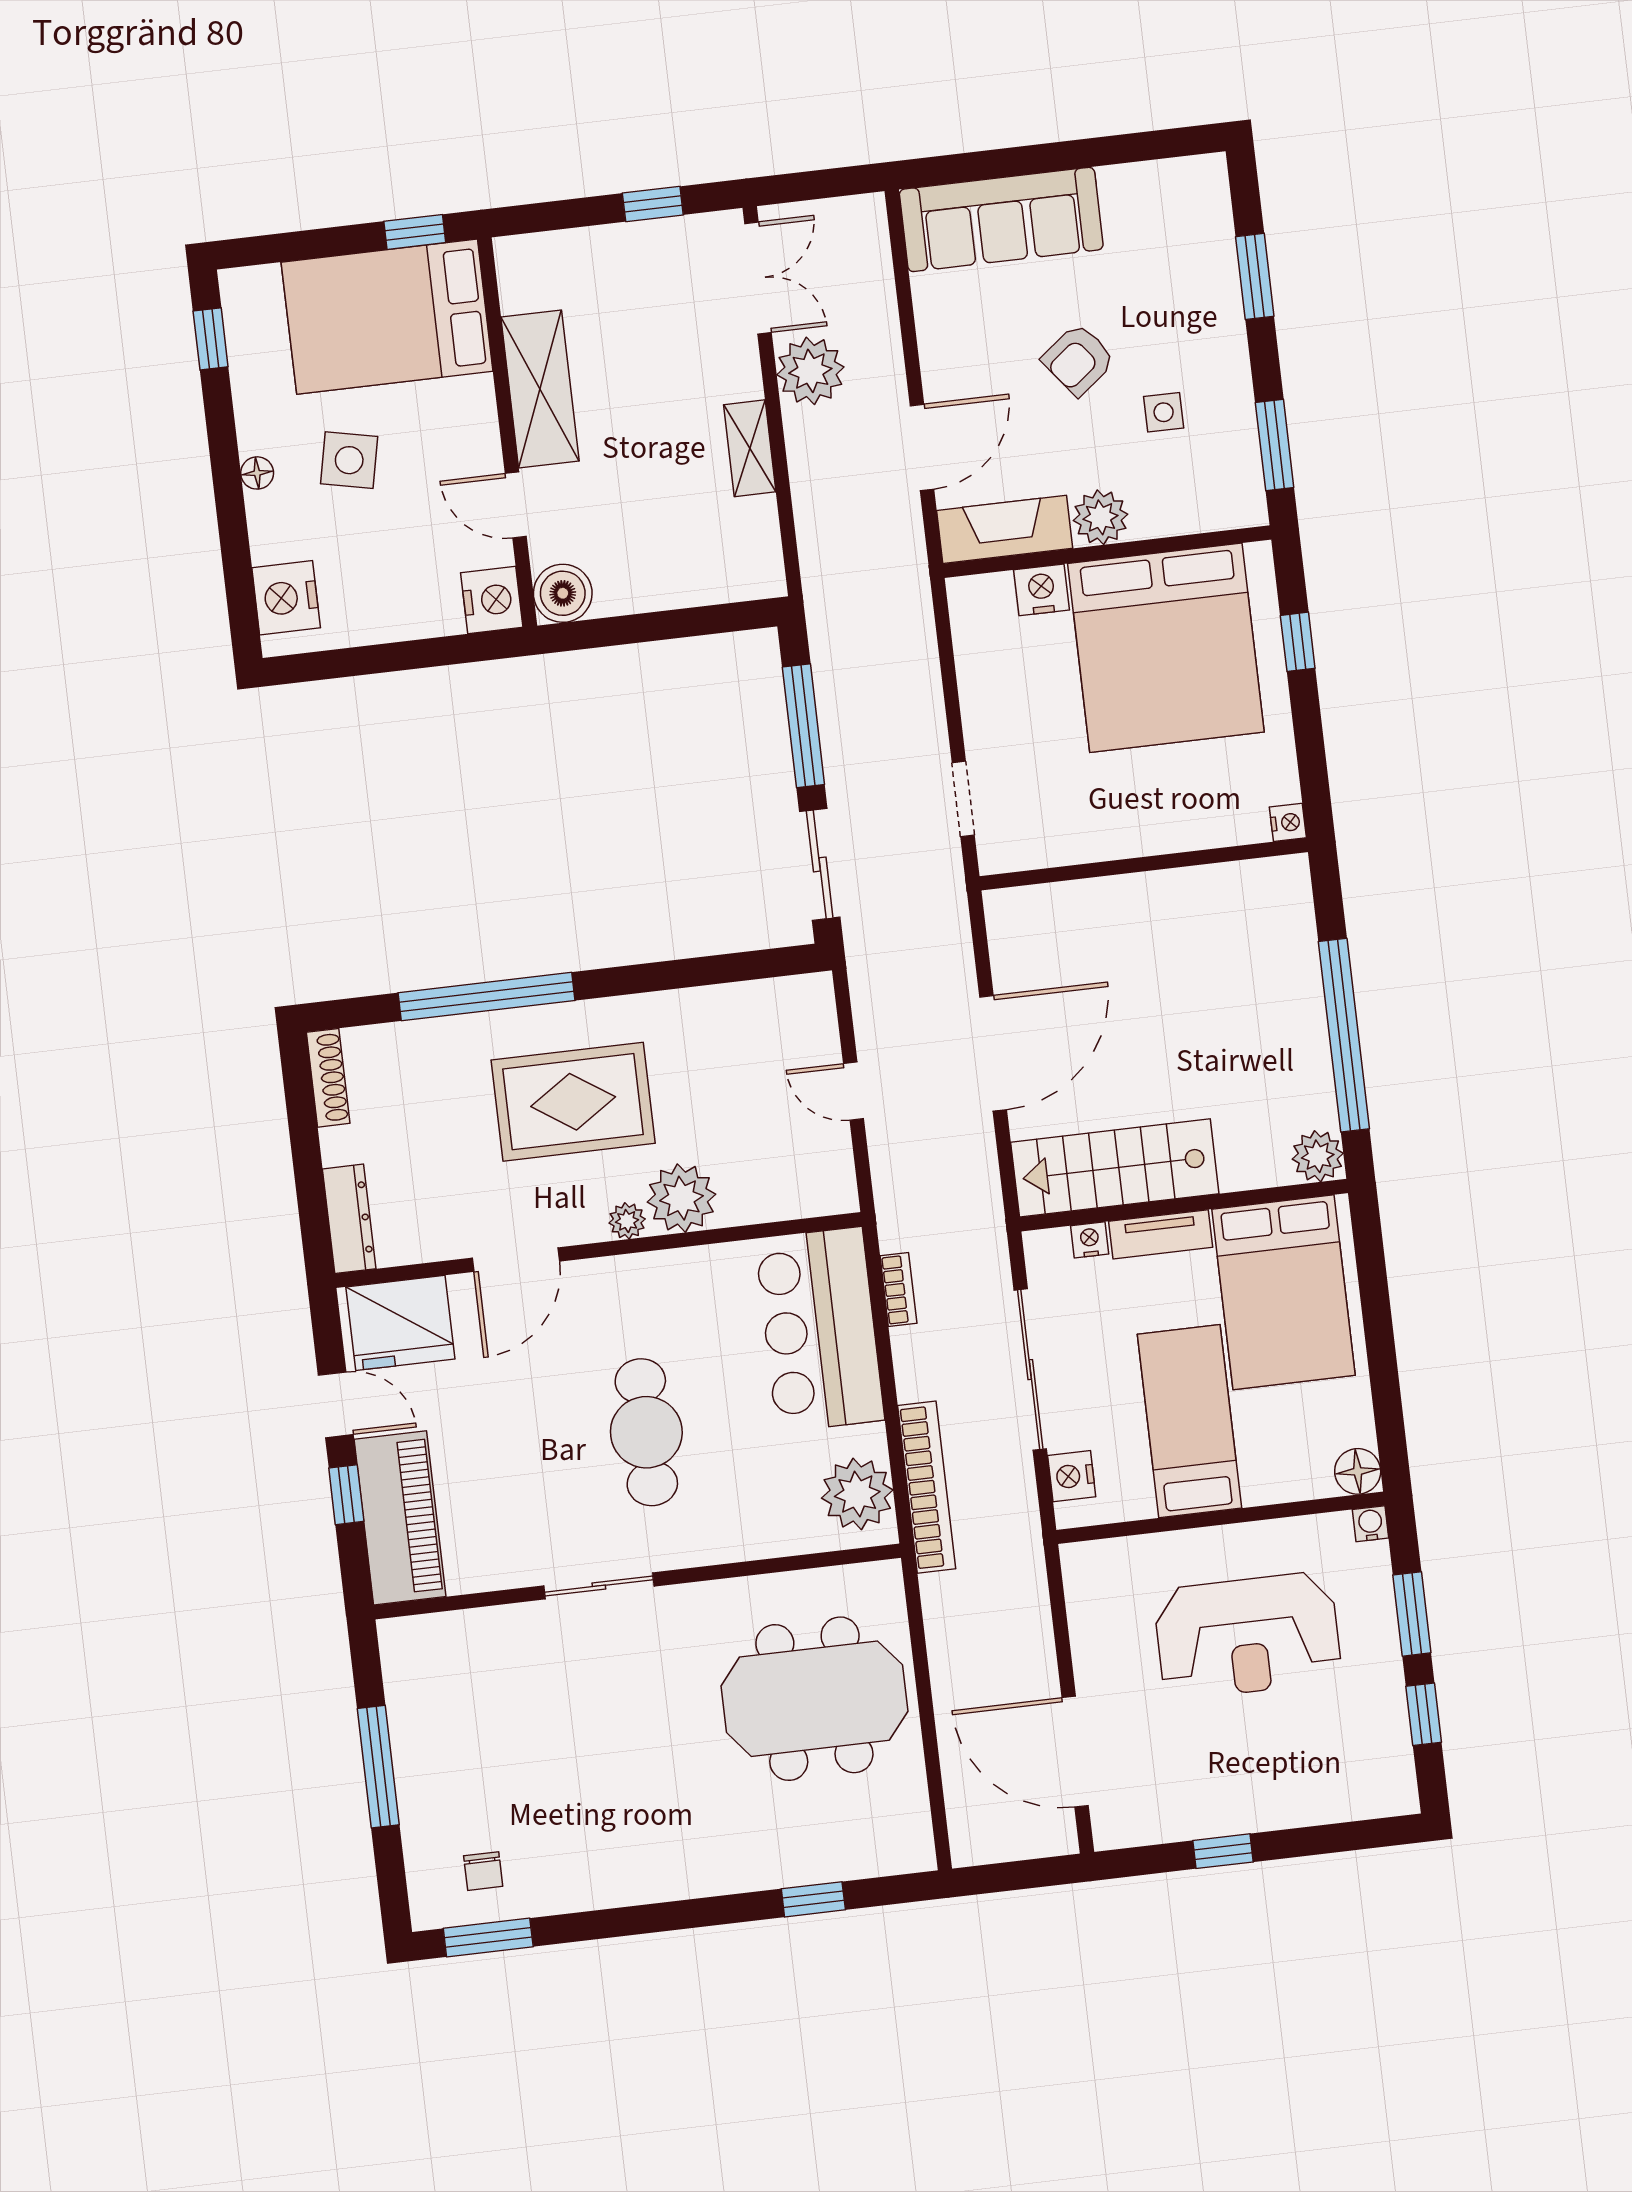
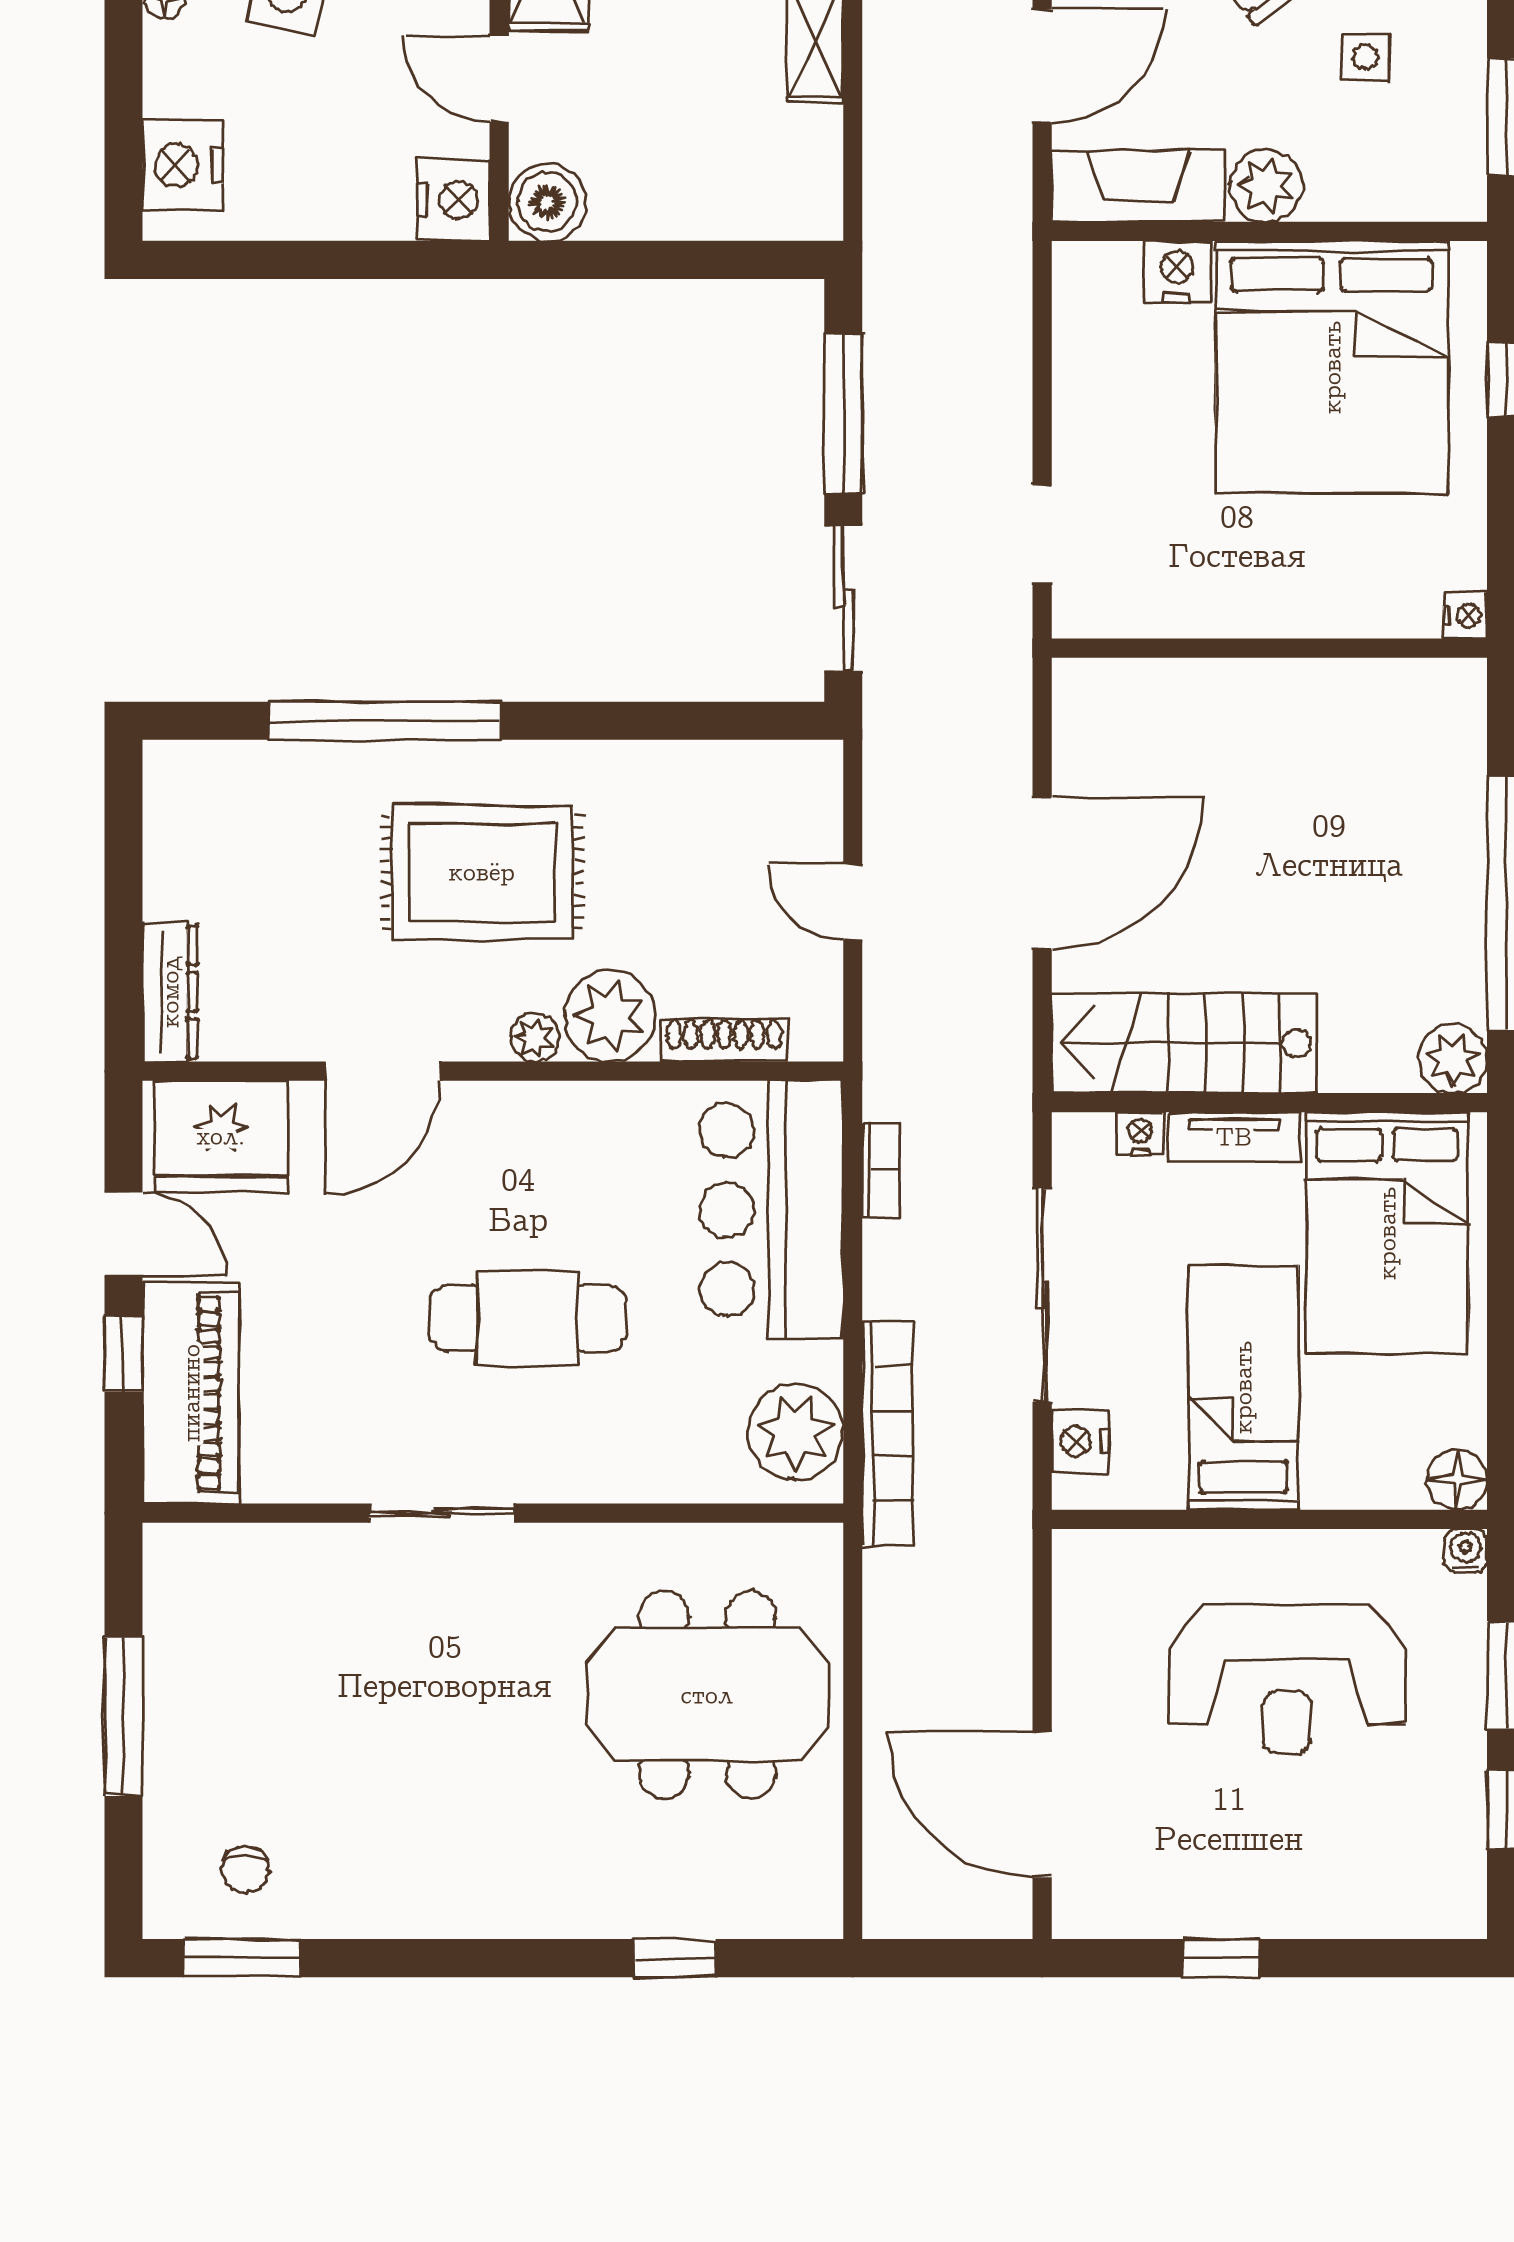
shoe rack: (328, 1078) -> (724, 1040), moved, turned -90
cafe table: (646, 1432) -> (528, 1318), turned 90

